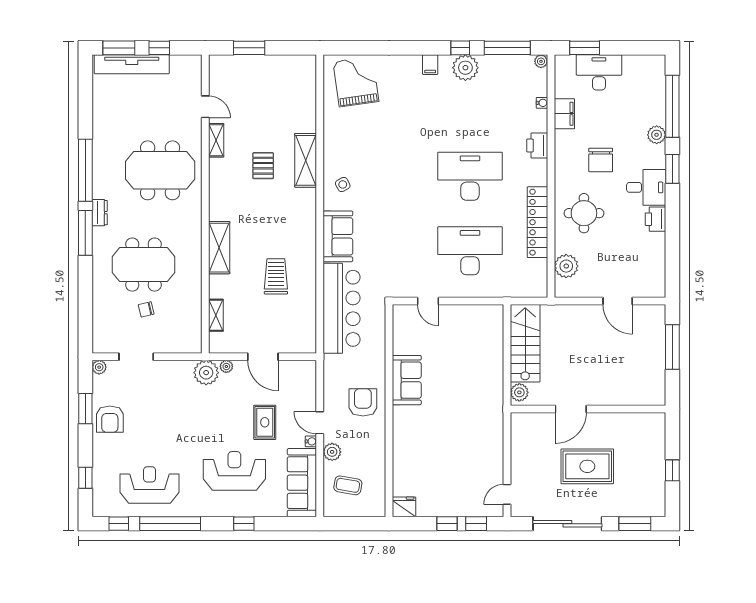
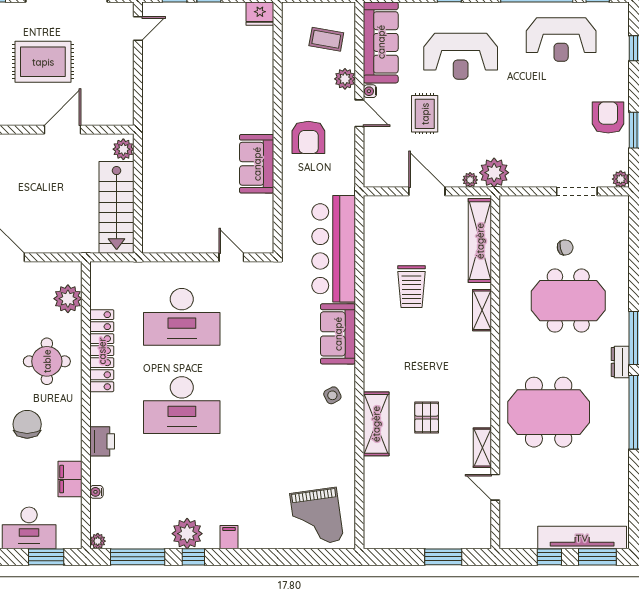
shelving: (219, 248) -> (482, 310), width x0.67, depth x0.75
shelving: (216, 315) -> (480, 241), width x2.20, depth x1.33

